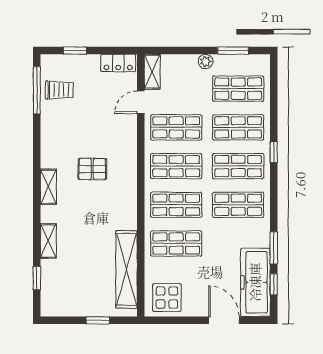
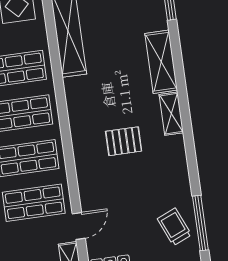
trolley: (59, 90) -> (174, 227), turned 67
shelving: (48, 241) -> (161, 62), width x1.50, depth x1.33

